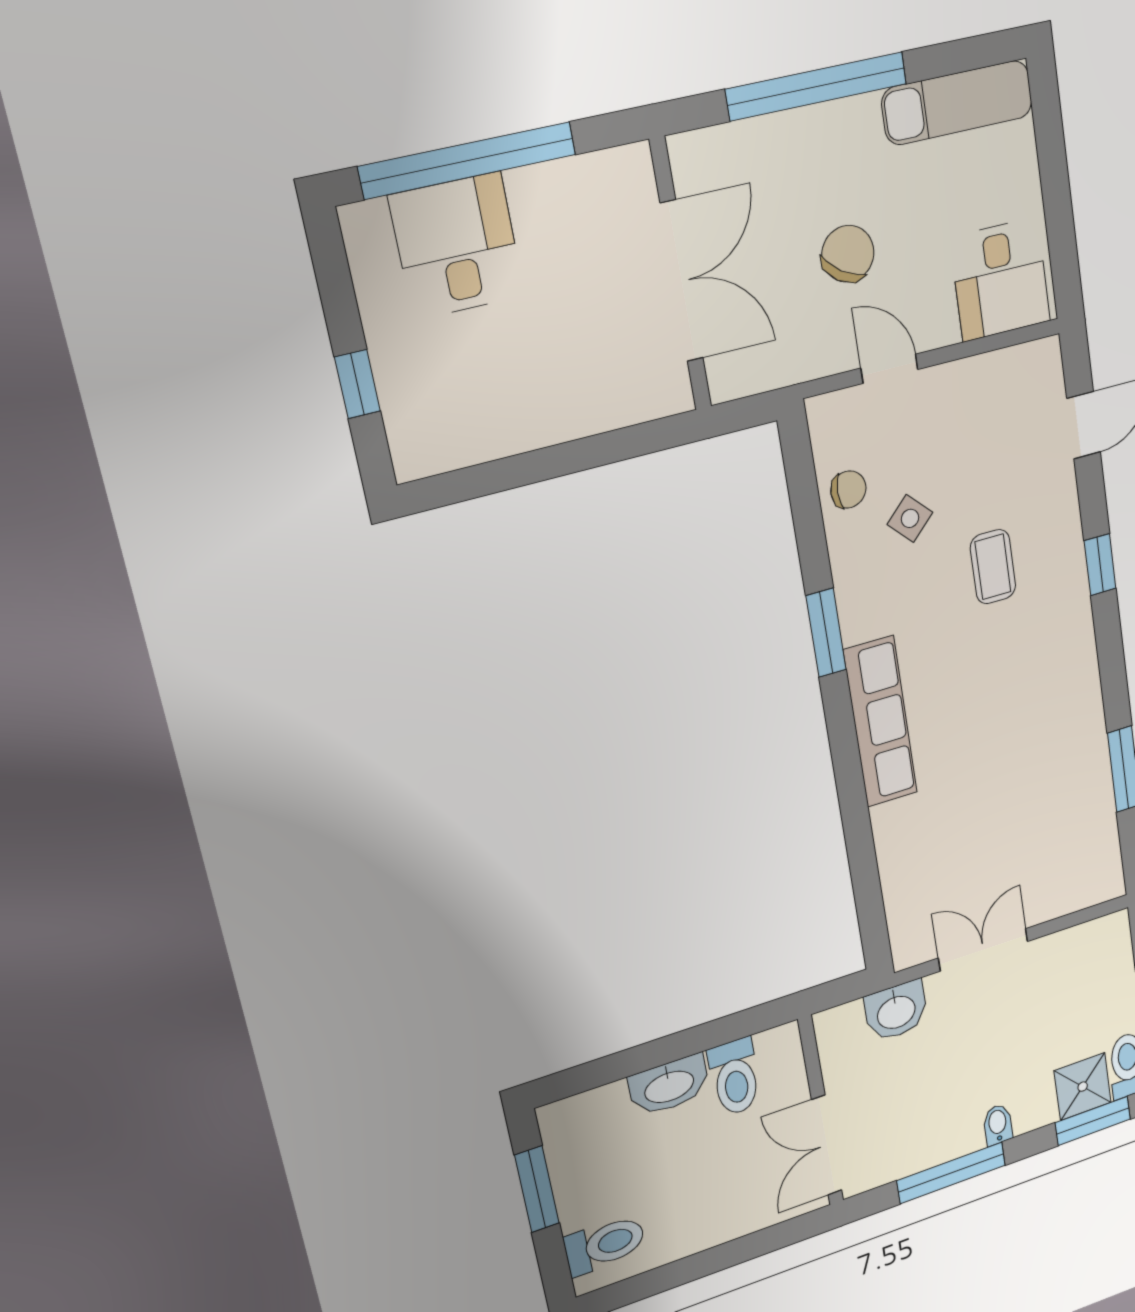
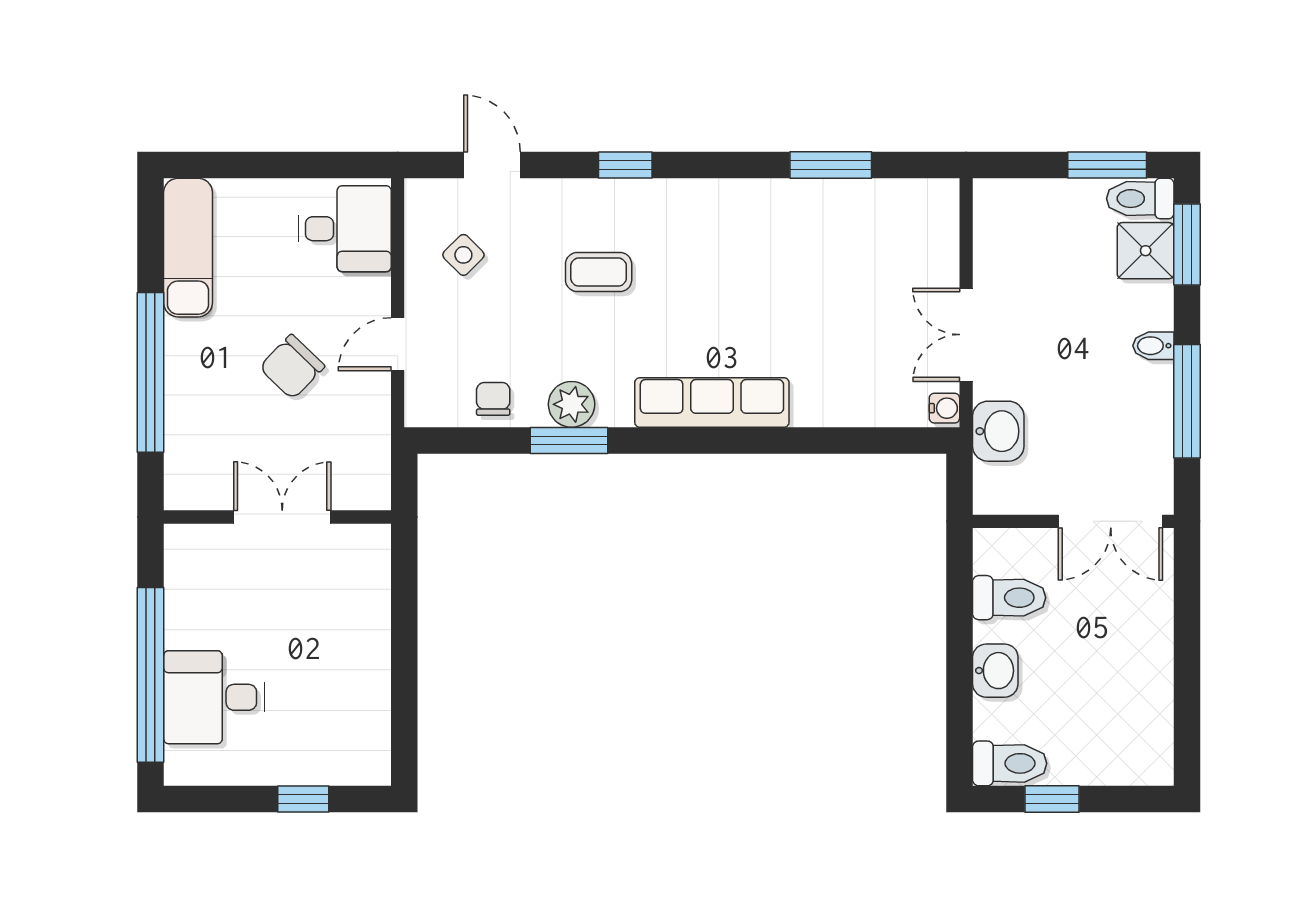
chair: (848, 254) -> (292, 367), turned -79
double door: (682, 281) -> (282, 517), width x0.73
side table: (910, 518) -> (463, 255), moved
plant: (856, 576) -> (572, 404), added
window: (826, 633) -> (569, 440), moved
water cooler: (910, 953) -> (944, 408), added
washbasin: (669, 1086) -> (995, 671), width x0.72
window: (537, 1189) -> (1052, 799), width x0.67
toilet: (605, 1245) -> (1010, 763), moved, turned 90

